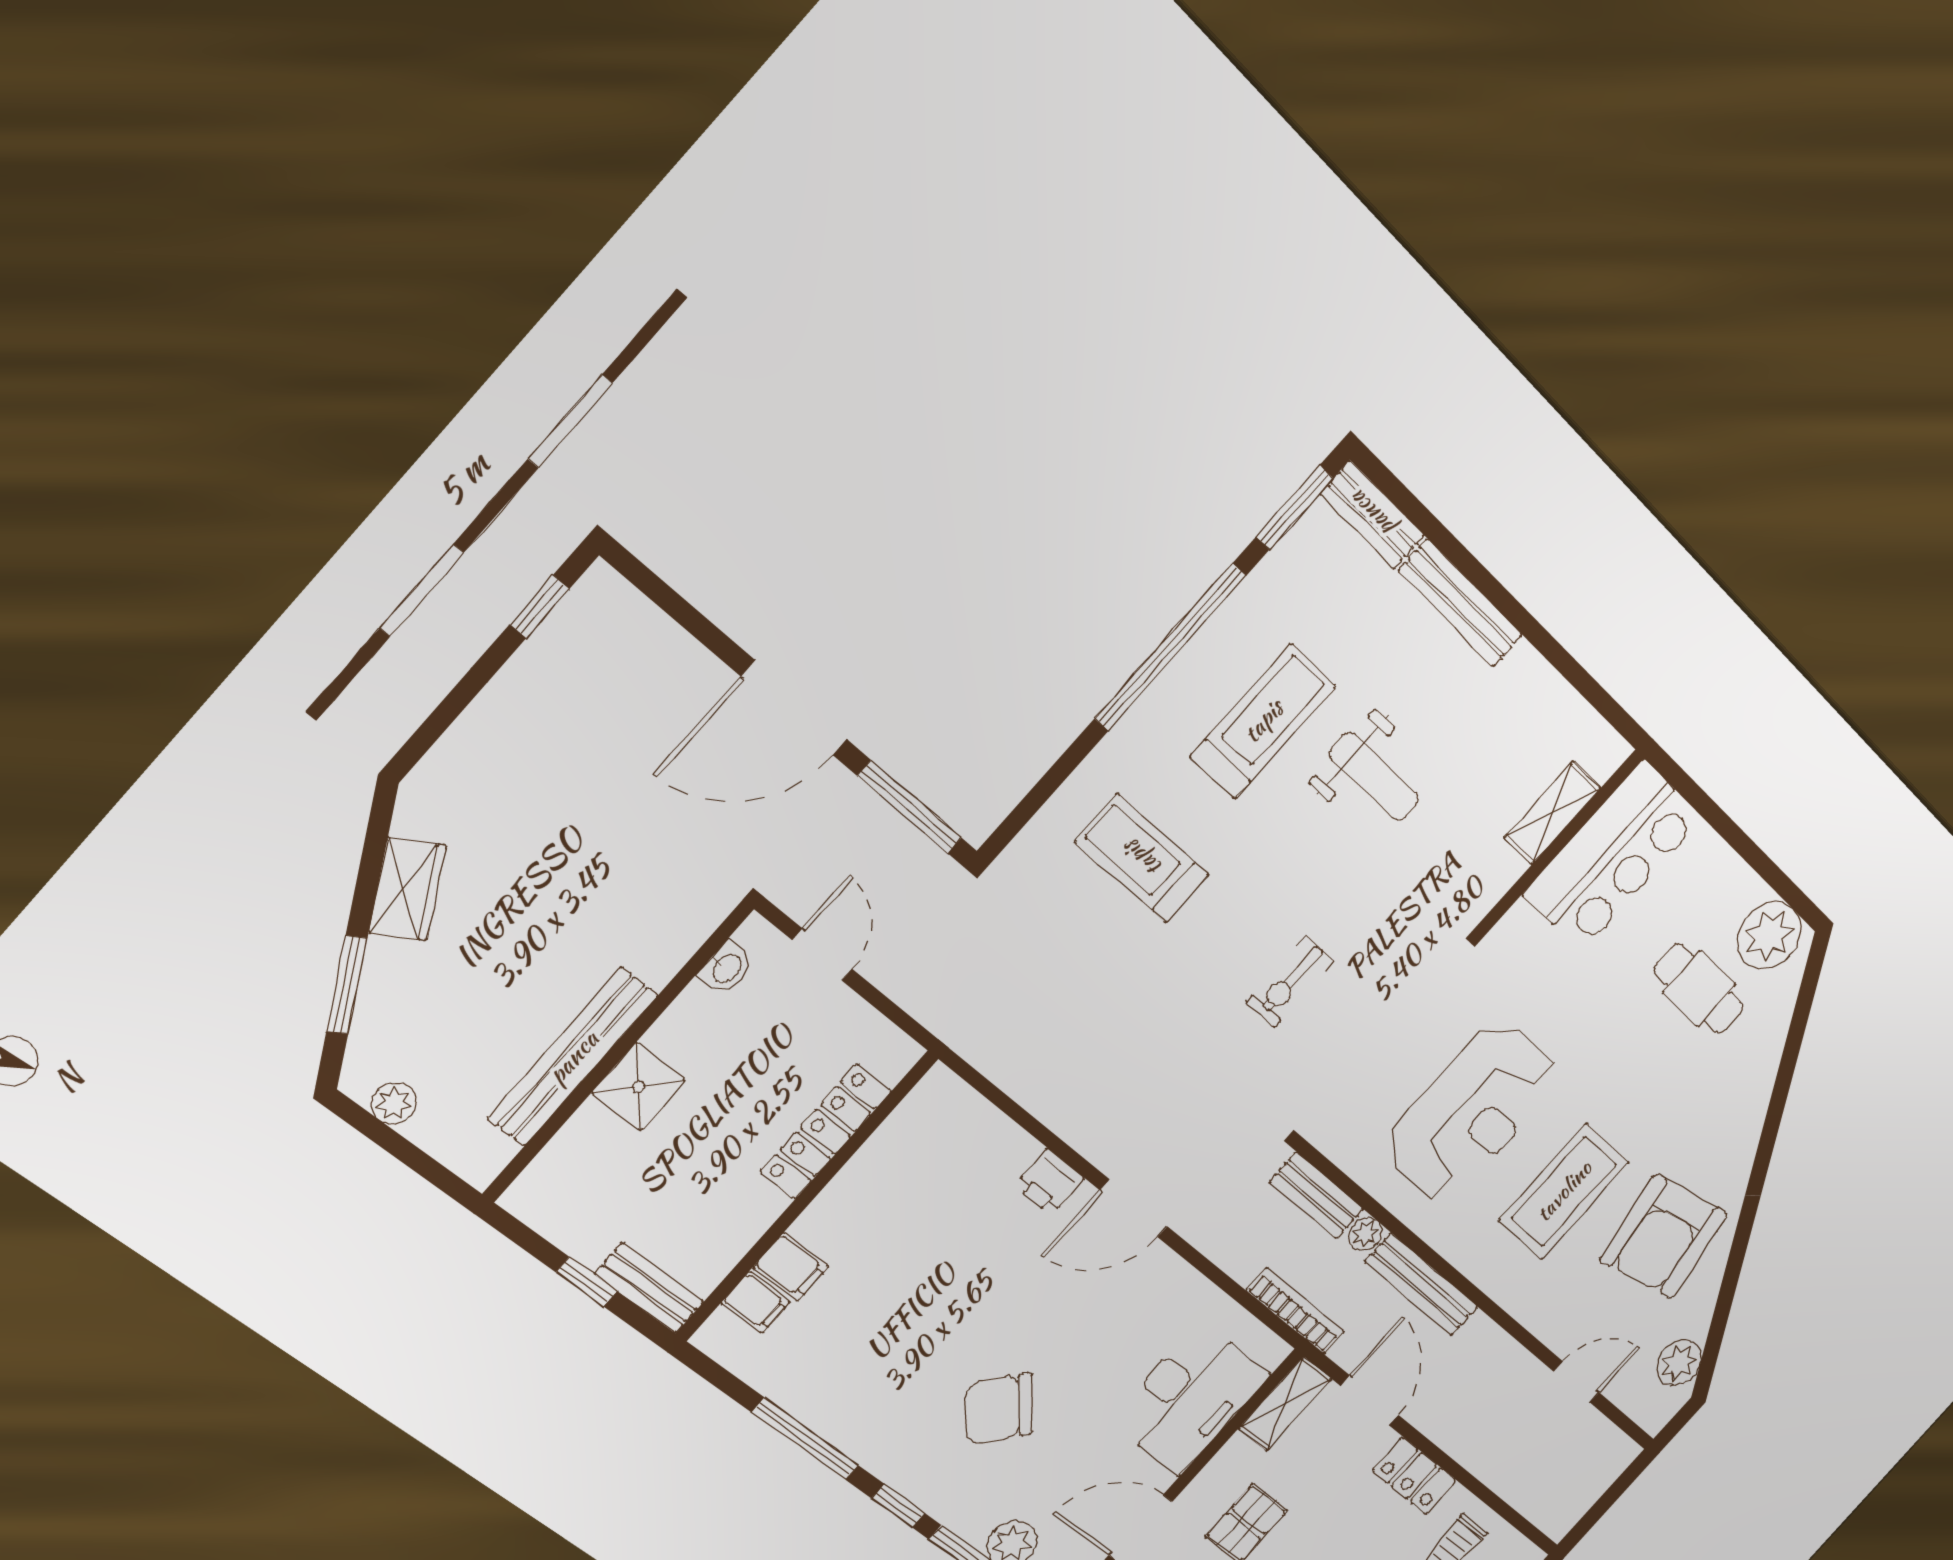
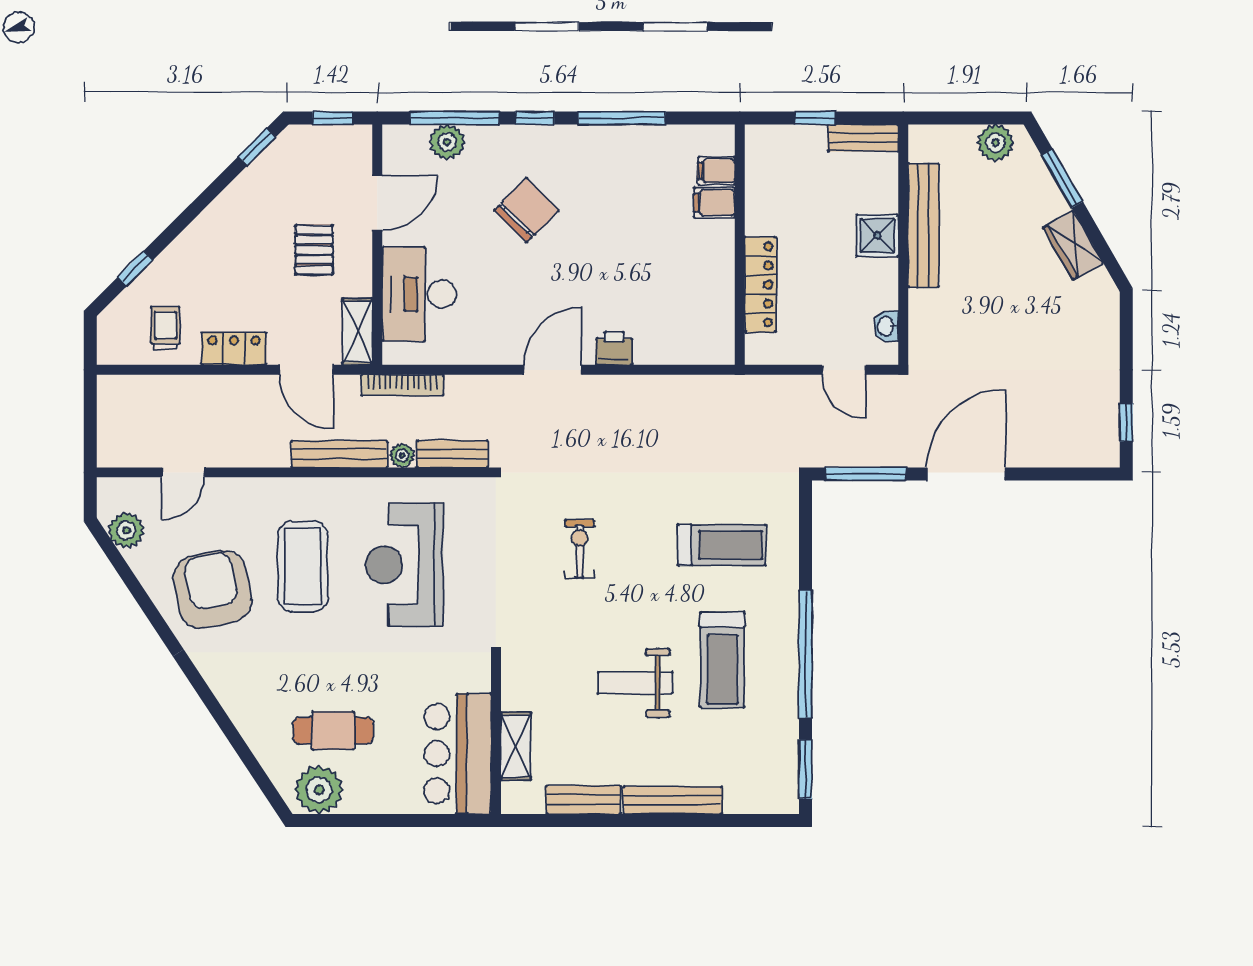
bench: (1372, 515) -> (583, 800), moved
plant: (394, 1103) -> (995, 143), width x1.38, depth x1.38
bench: (649, 1288) -> (863, 138), moved

